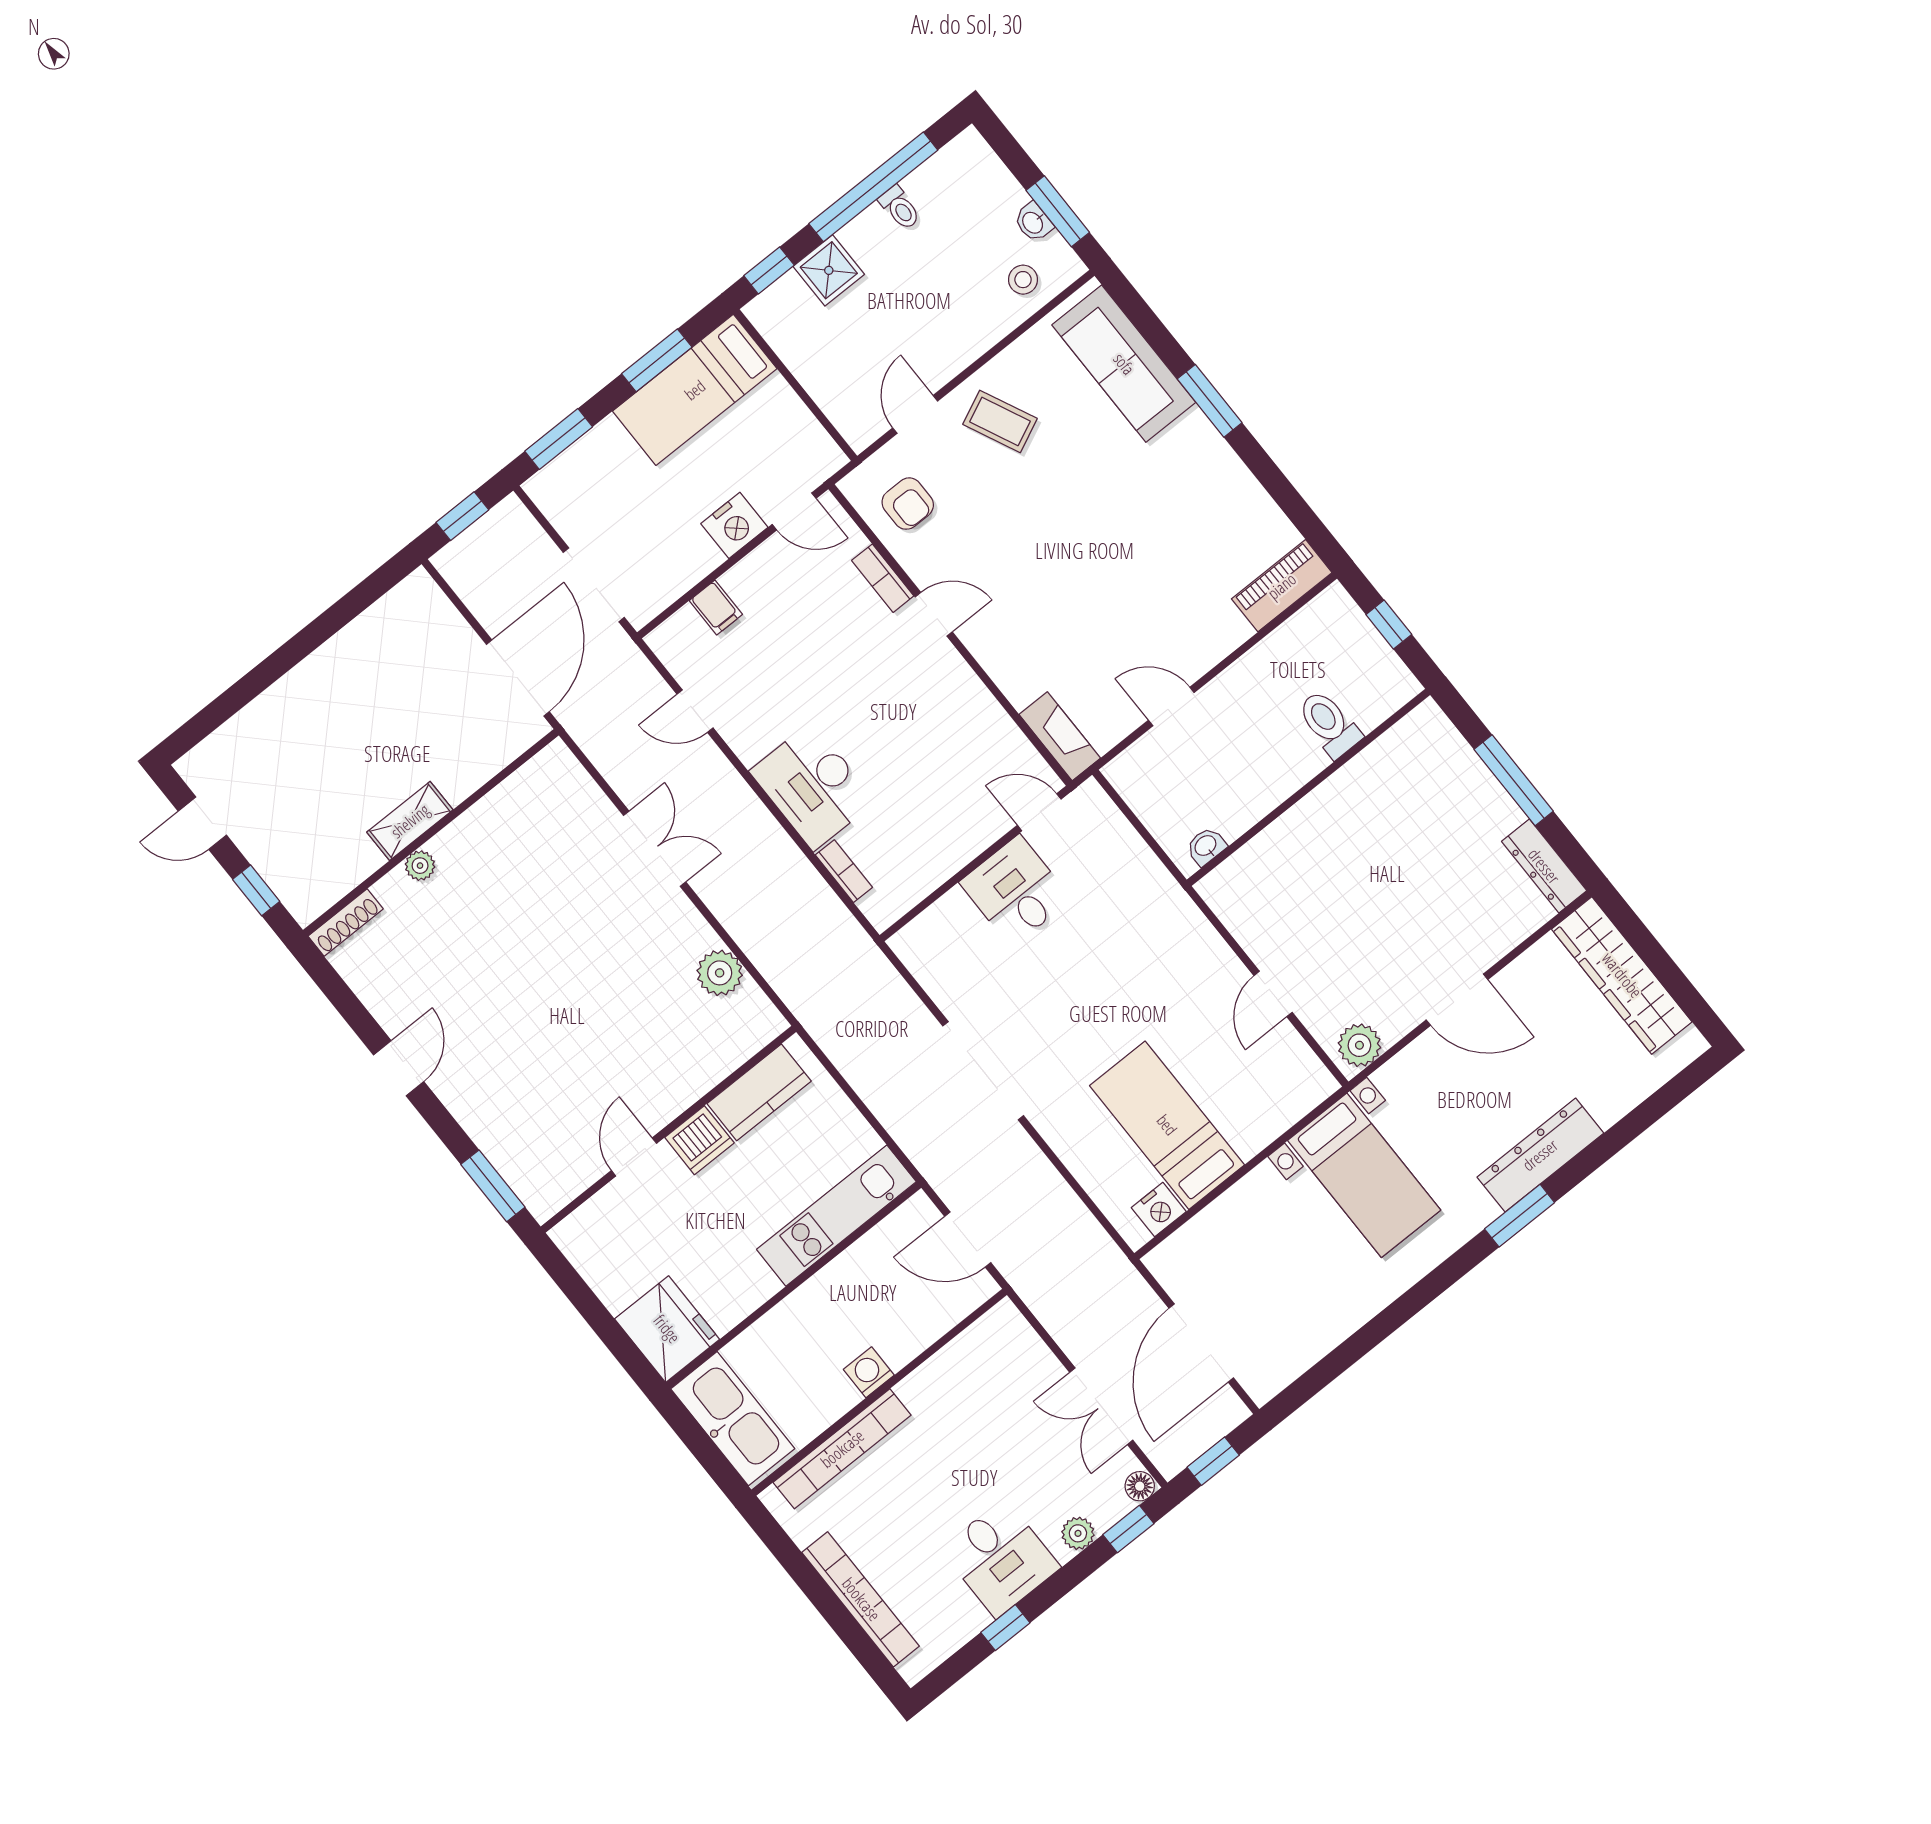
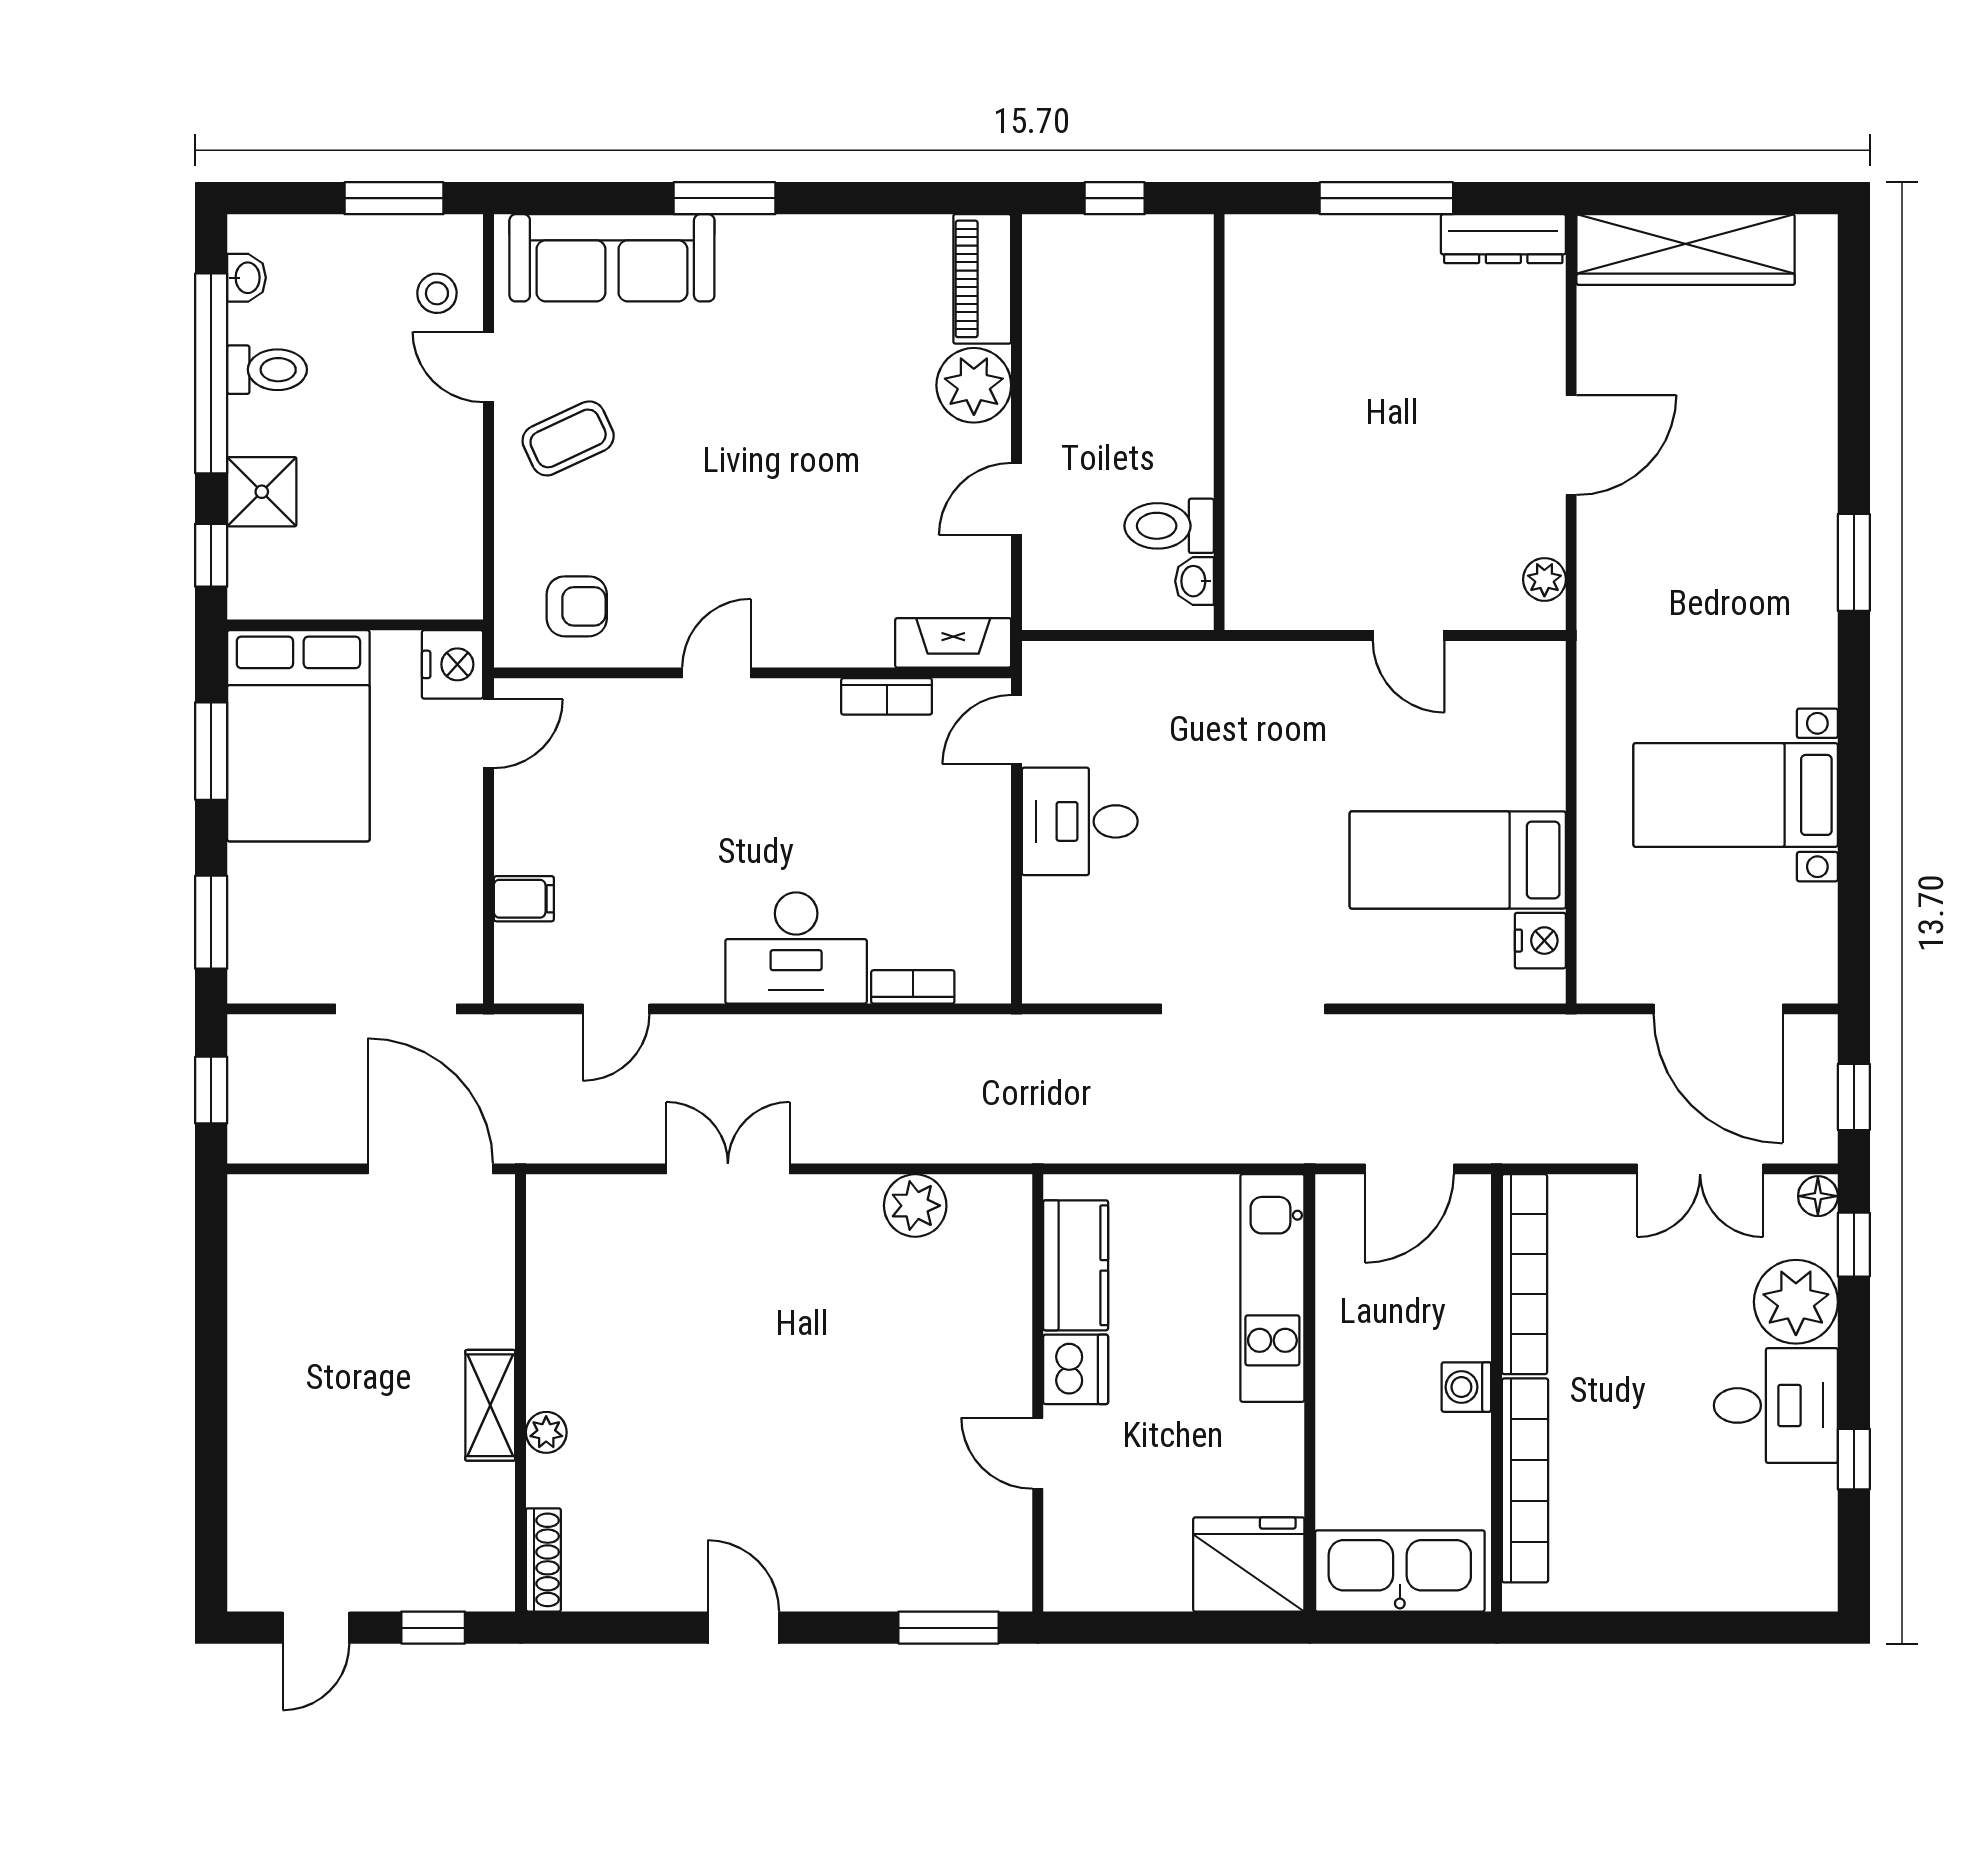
toilet: (900, 208) -> (267, 370), width x1.37, depth x1.39
washbasin: (1033, 222) -> (246, 278), moved, turned -90
bed: (695, 390) -> (298, 736), width x1.50
door: (915, 414) -> (488, 367), moved
nightstand: (734, 525) -> (452, 664), moved
bookcase: (883, 578) -> (887, 696), moved
plant: (1217, 630) -> (974, 385), added
toilet: (1329, 724) -> (1169, 526), moved
plant: (1359, 1045) -> (1544, 579), width x0.73, depth x0.73
dresser: (1540, 1155) -> (1807, 489), removed
bed with nightstands: (1364, 1175) -> (1736, 795), moved, turned 180
plant: (1078, 1533) -> (1796, 1302), width x1.87, depth x1.87
bookcase: (861, 1599) -> (1525, 1274), moved, turned 90

